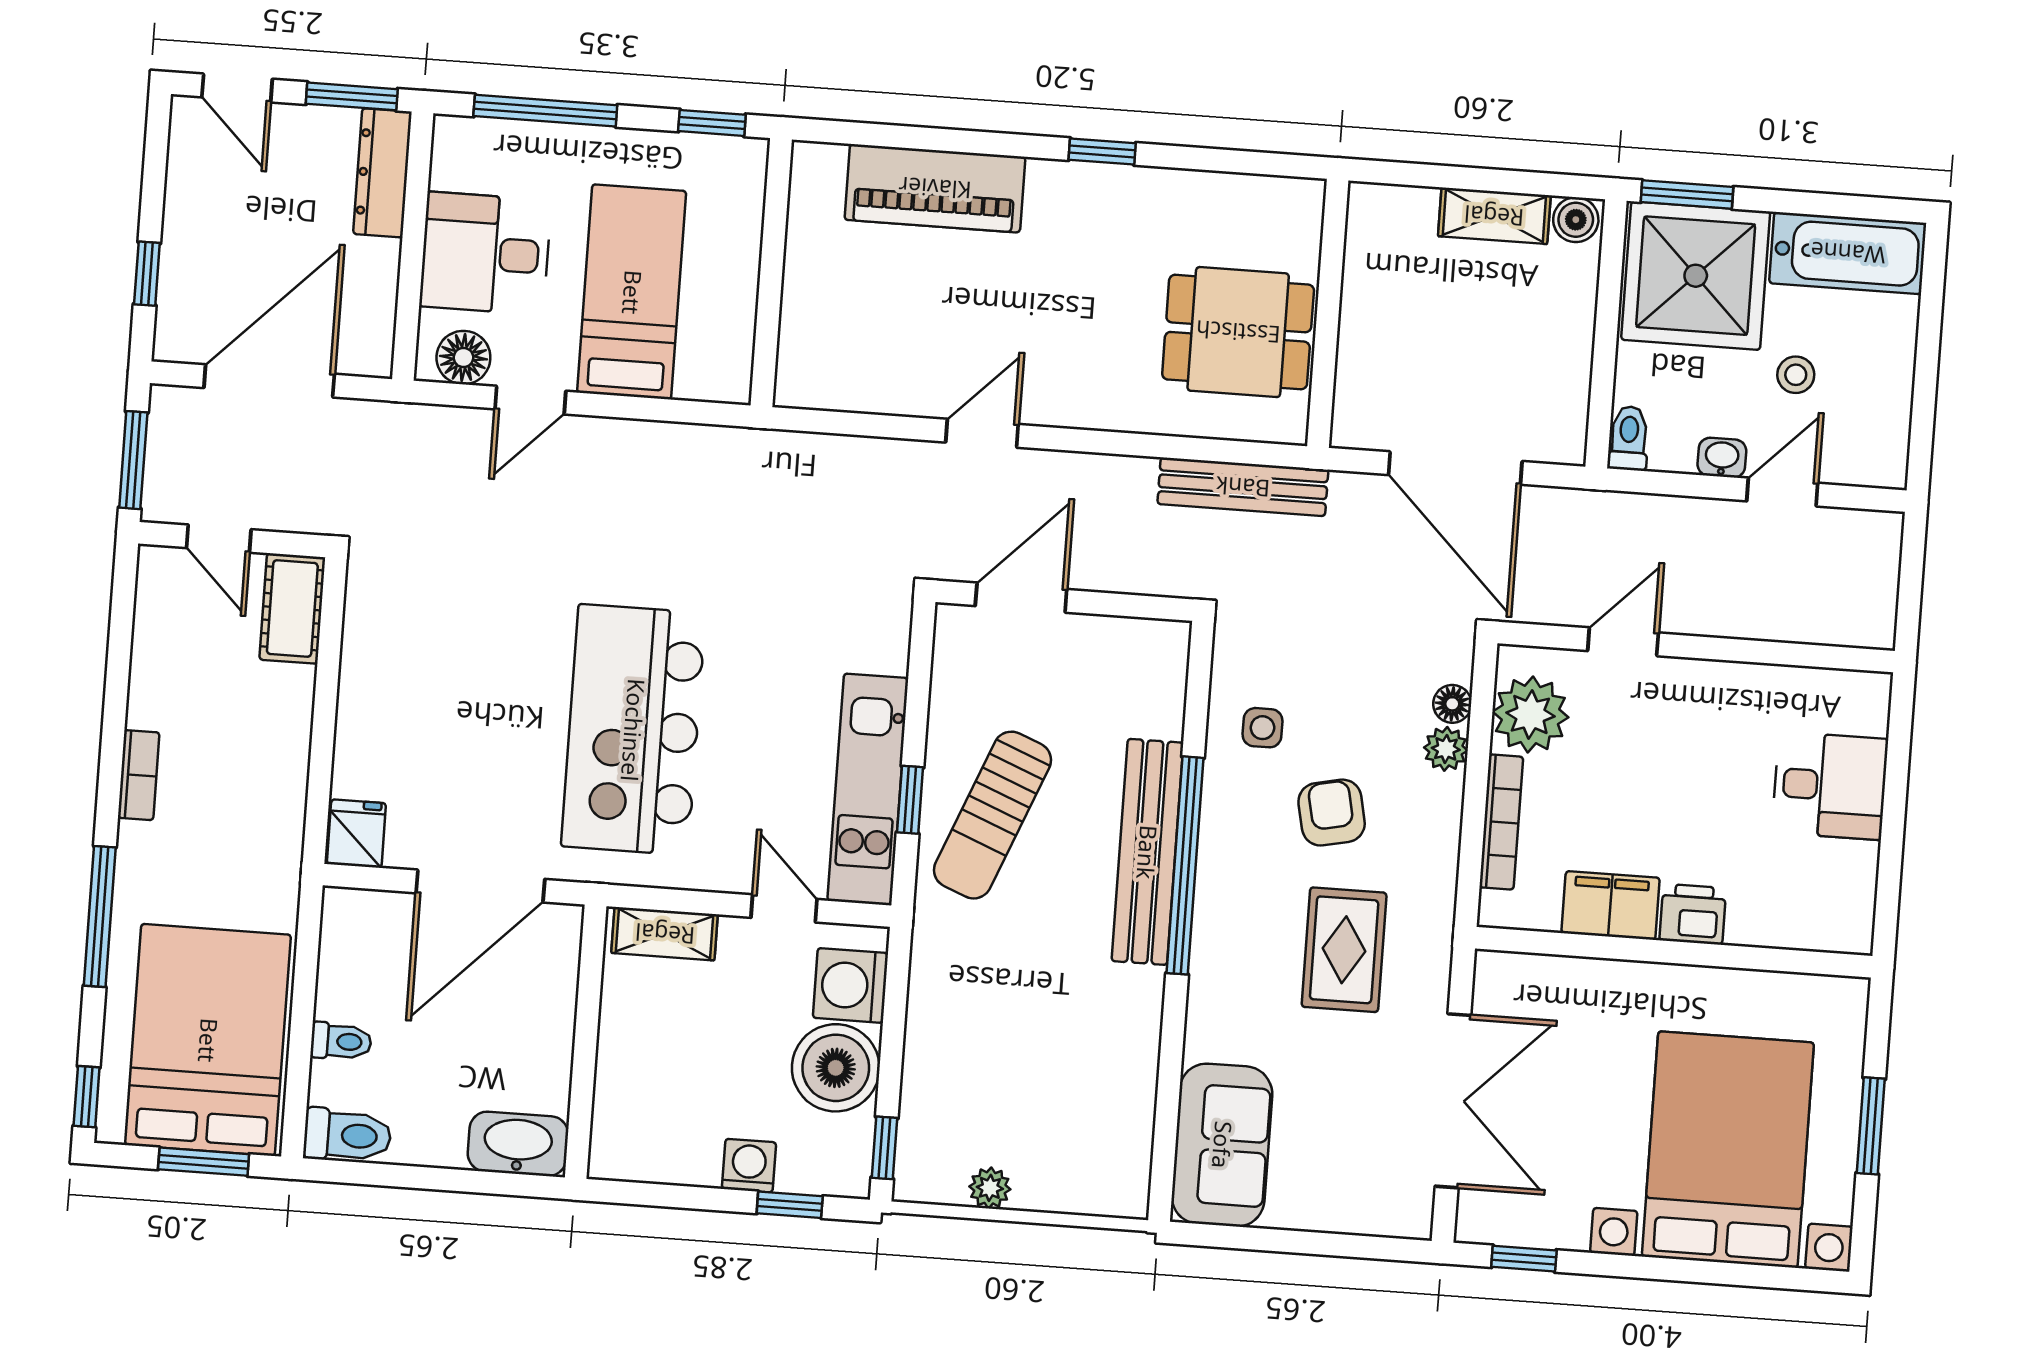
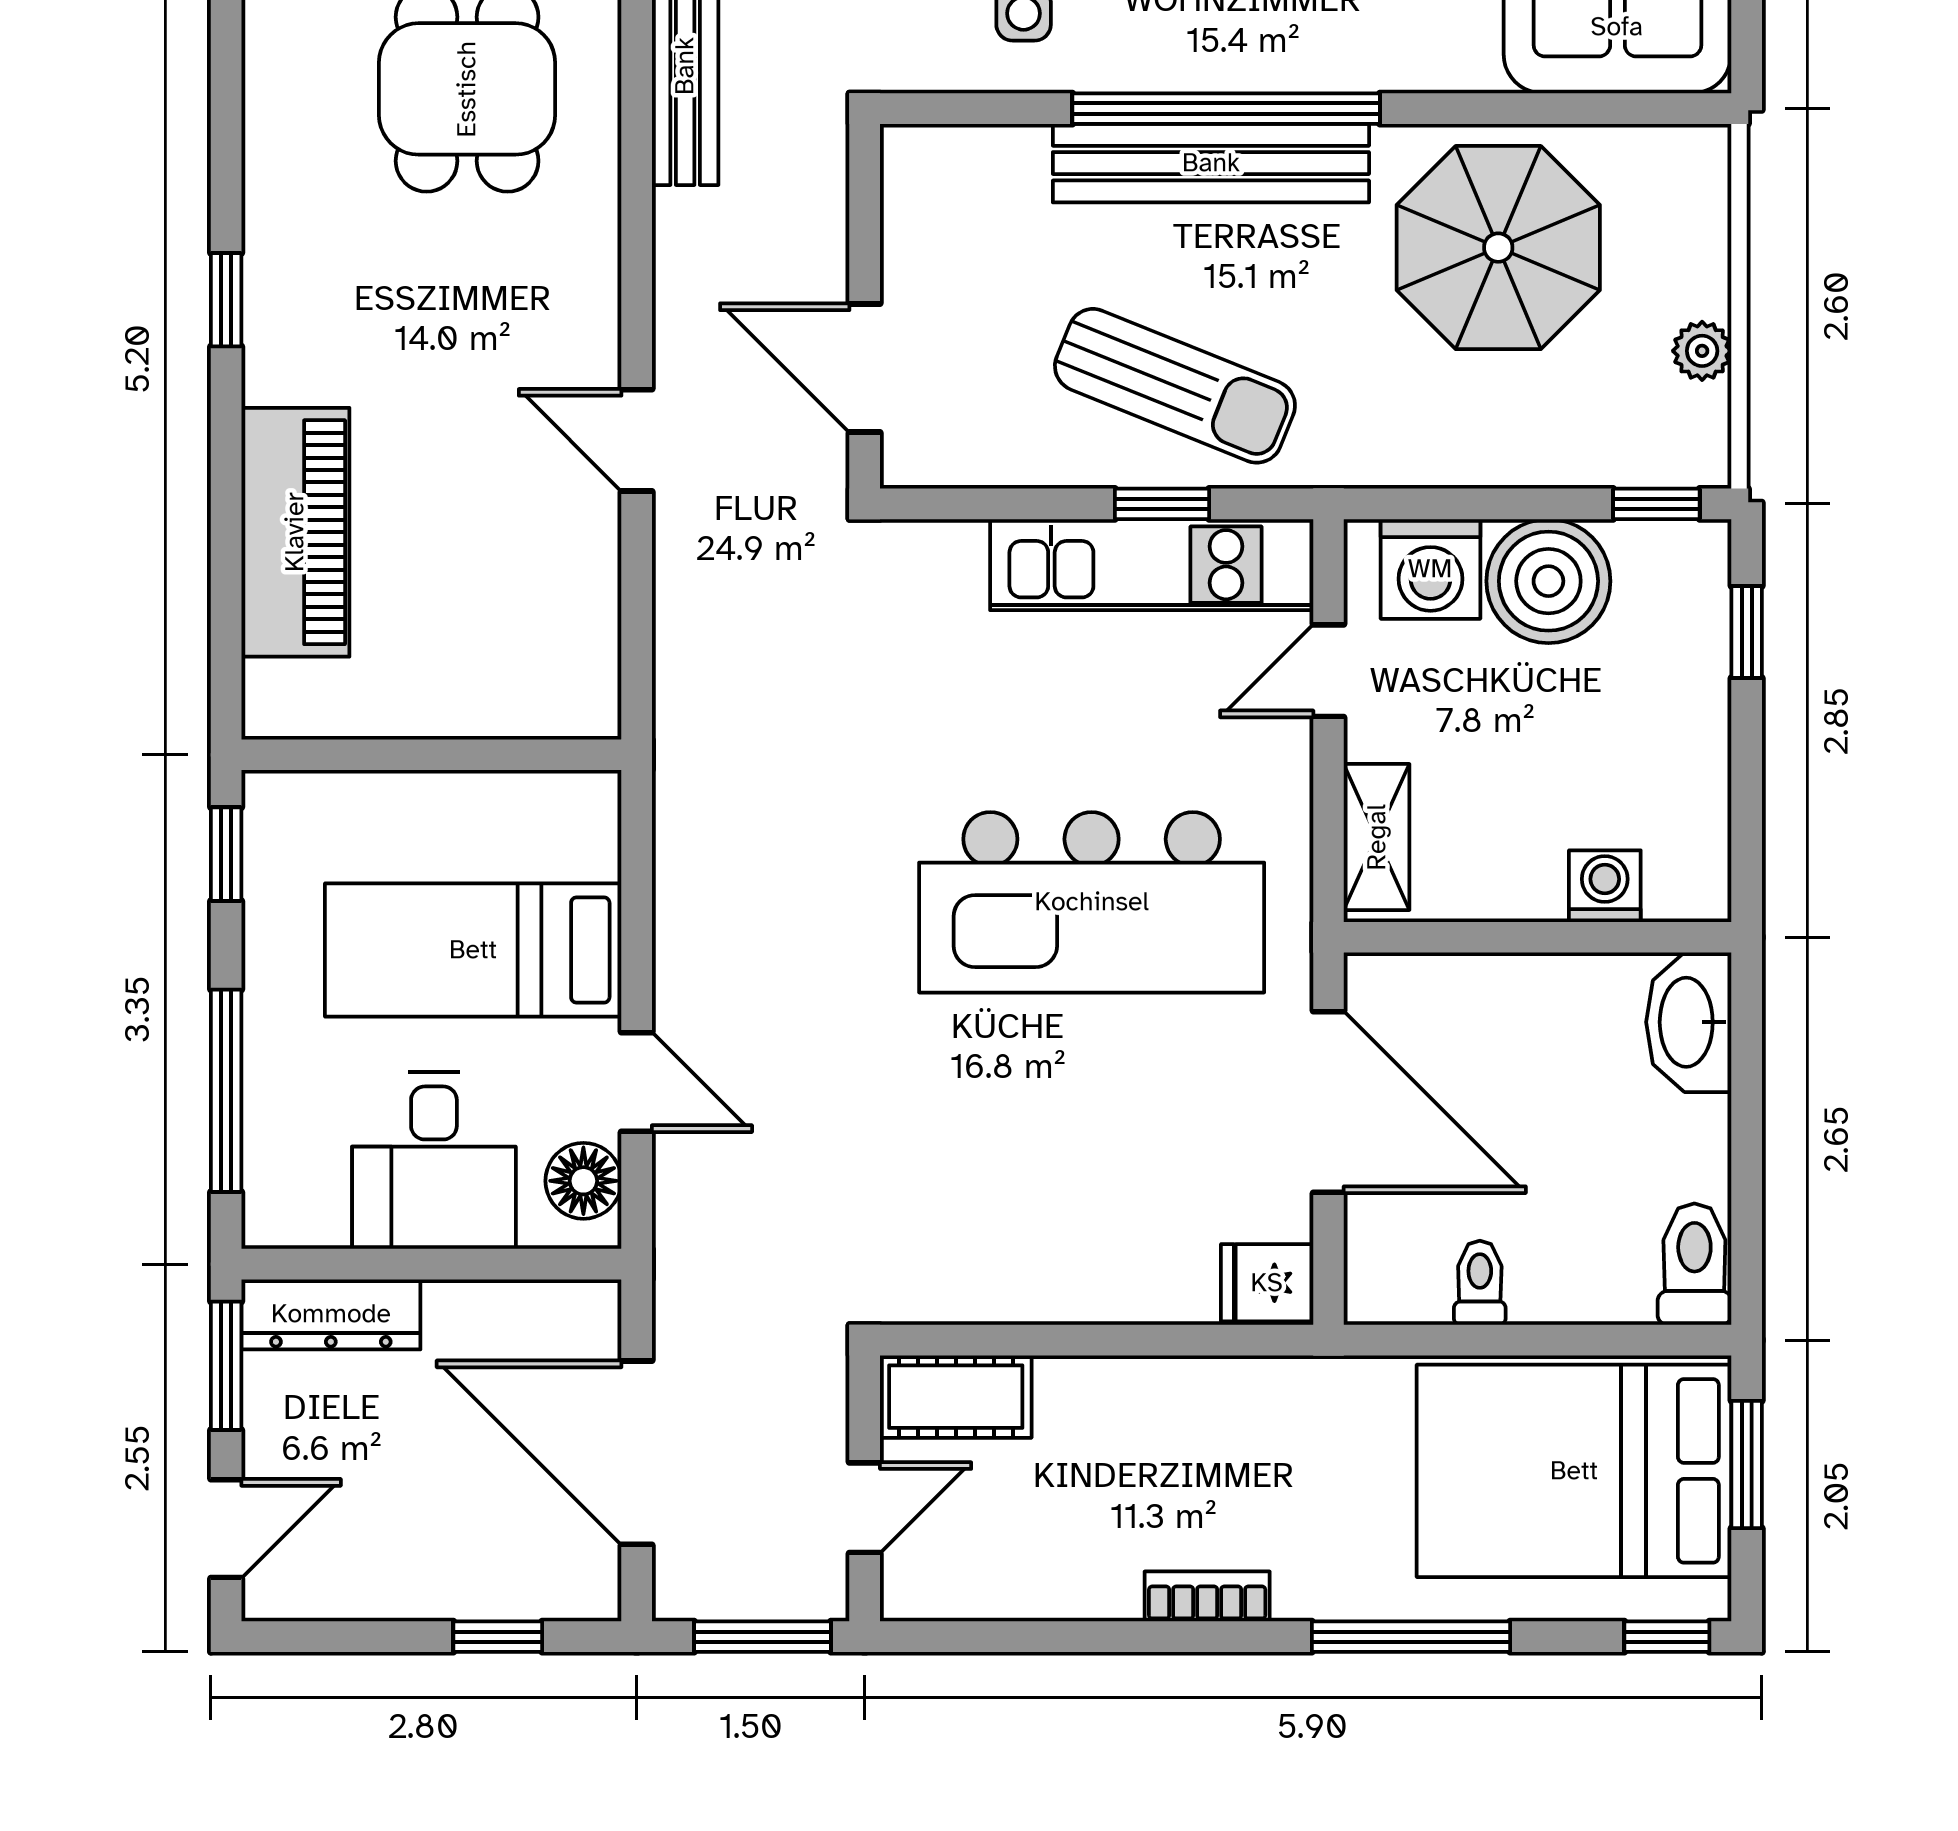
toilet: (341, 1041) -> (1480, 1283), moved
parasol: (1073, 1050) -> (1498, 248), added
washing machine: (749, 1166) -> (1605, 886), moved, turned 90

